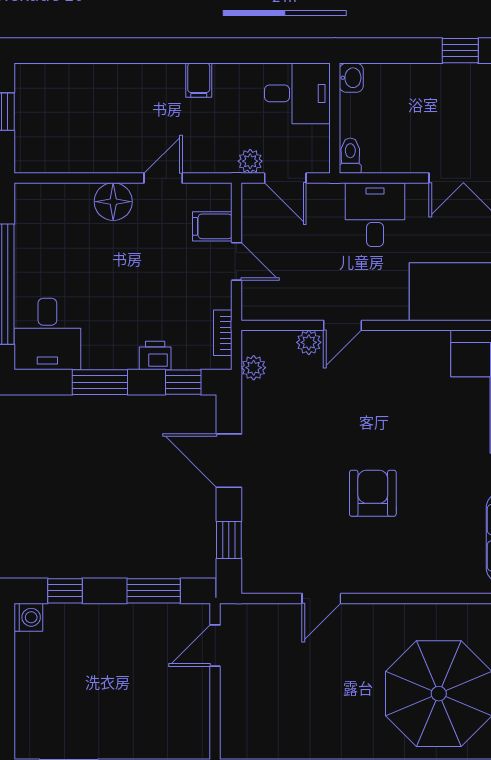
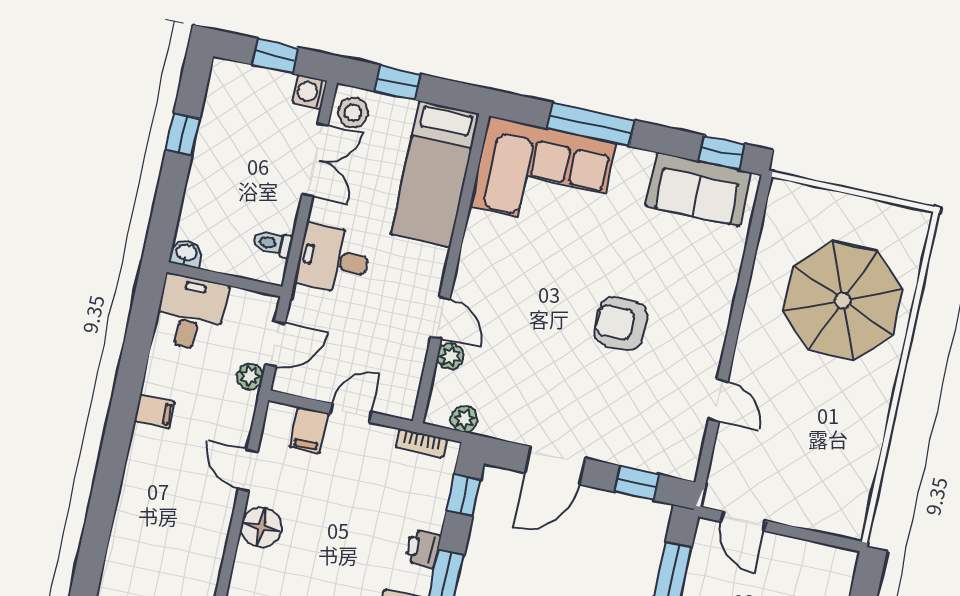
toilet: (350, 156) -> (273, 244), moved
printer: (155, 355) -> (423, 549), moved

